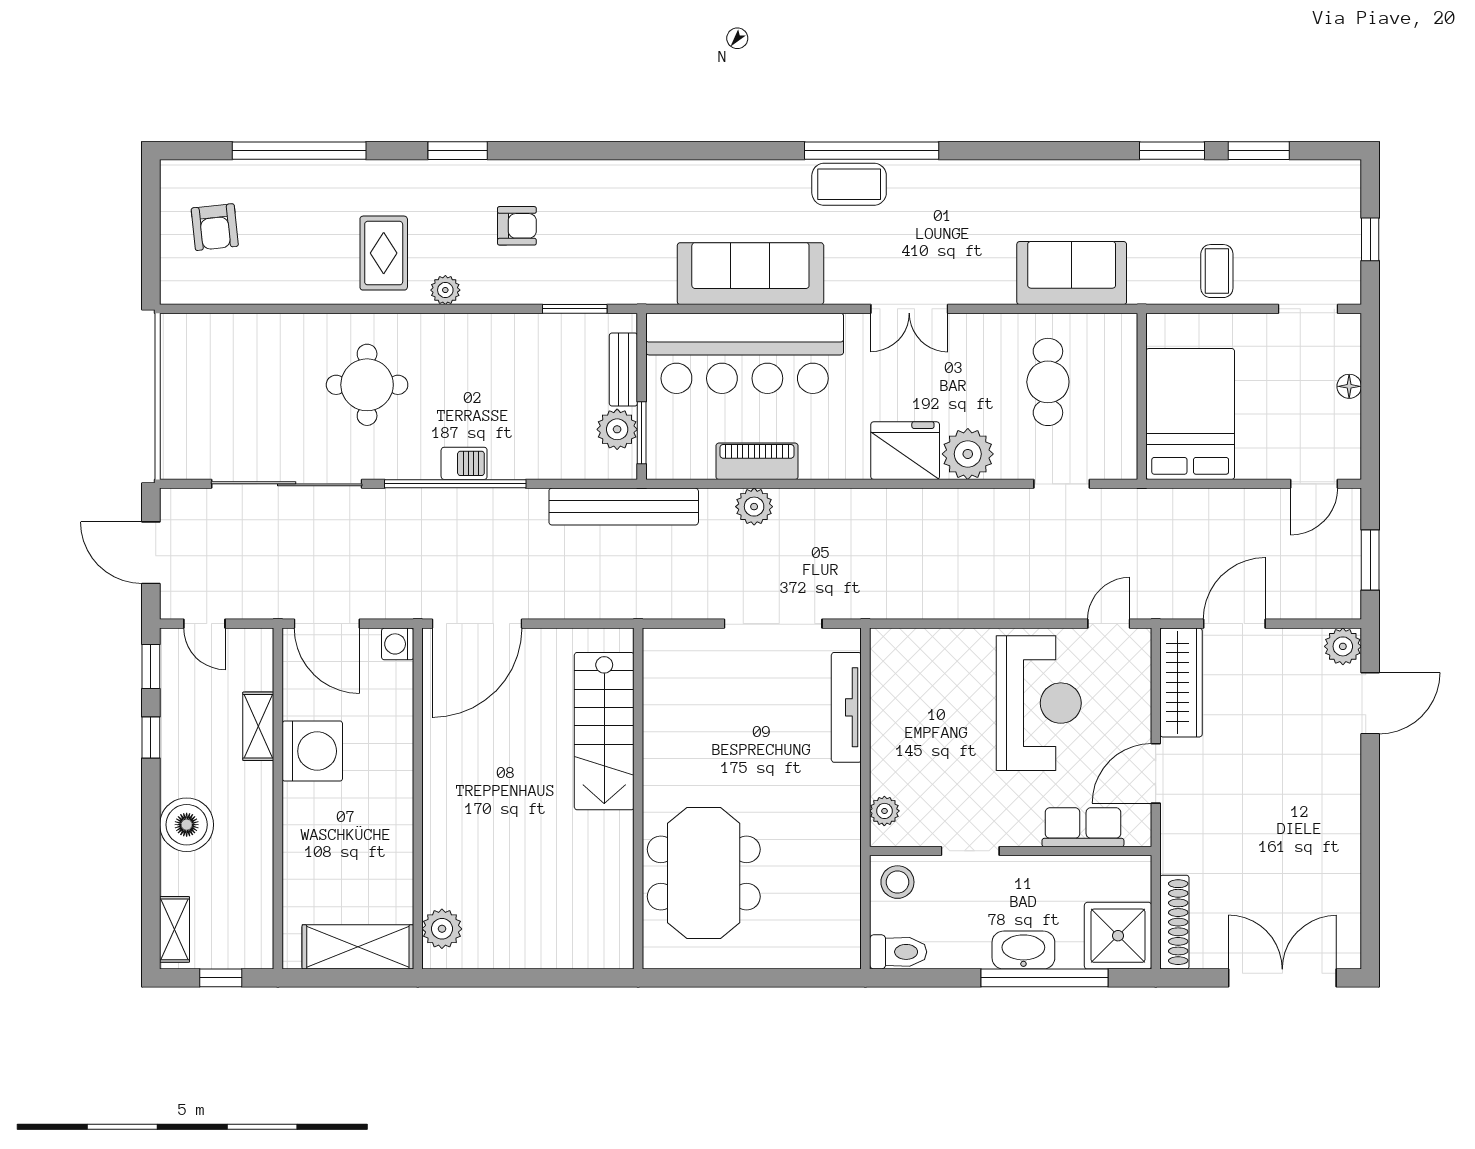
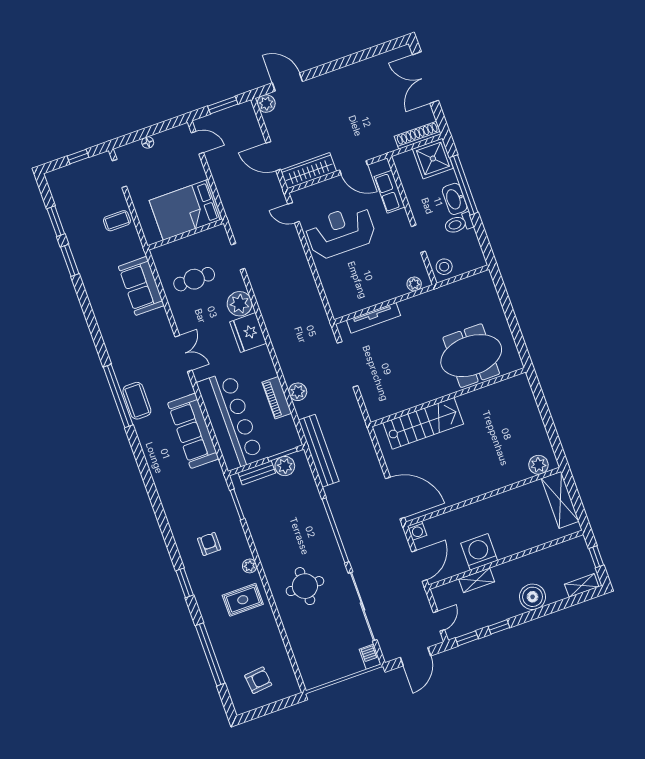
barbecue: (464, 463) -> (370, 657), moved
toilet: (898, 952) -> (459, 224), moved, turned -90

